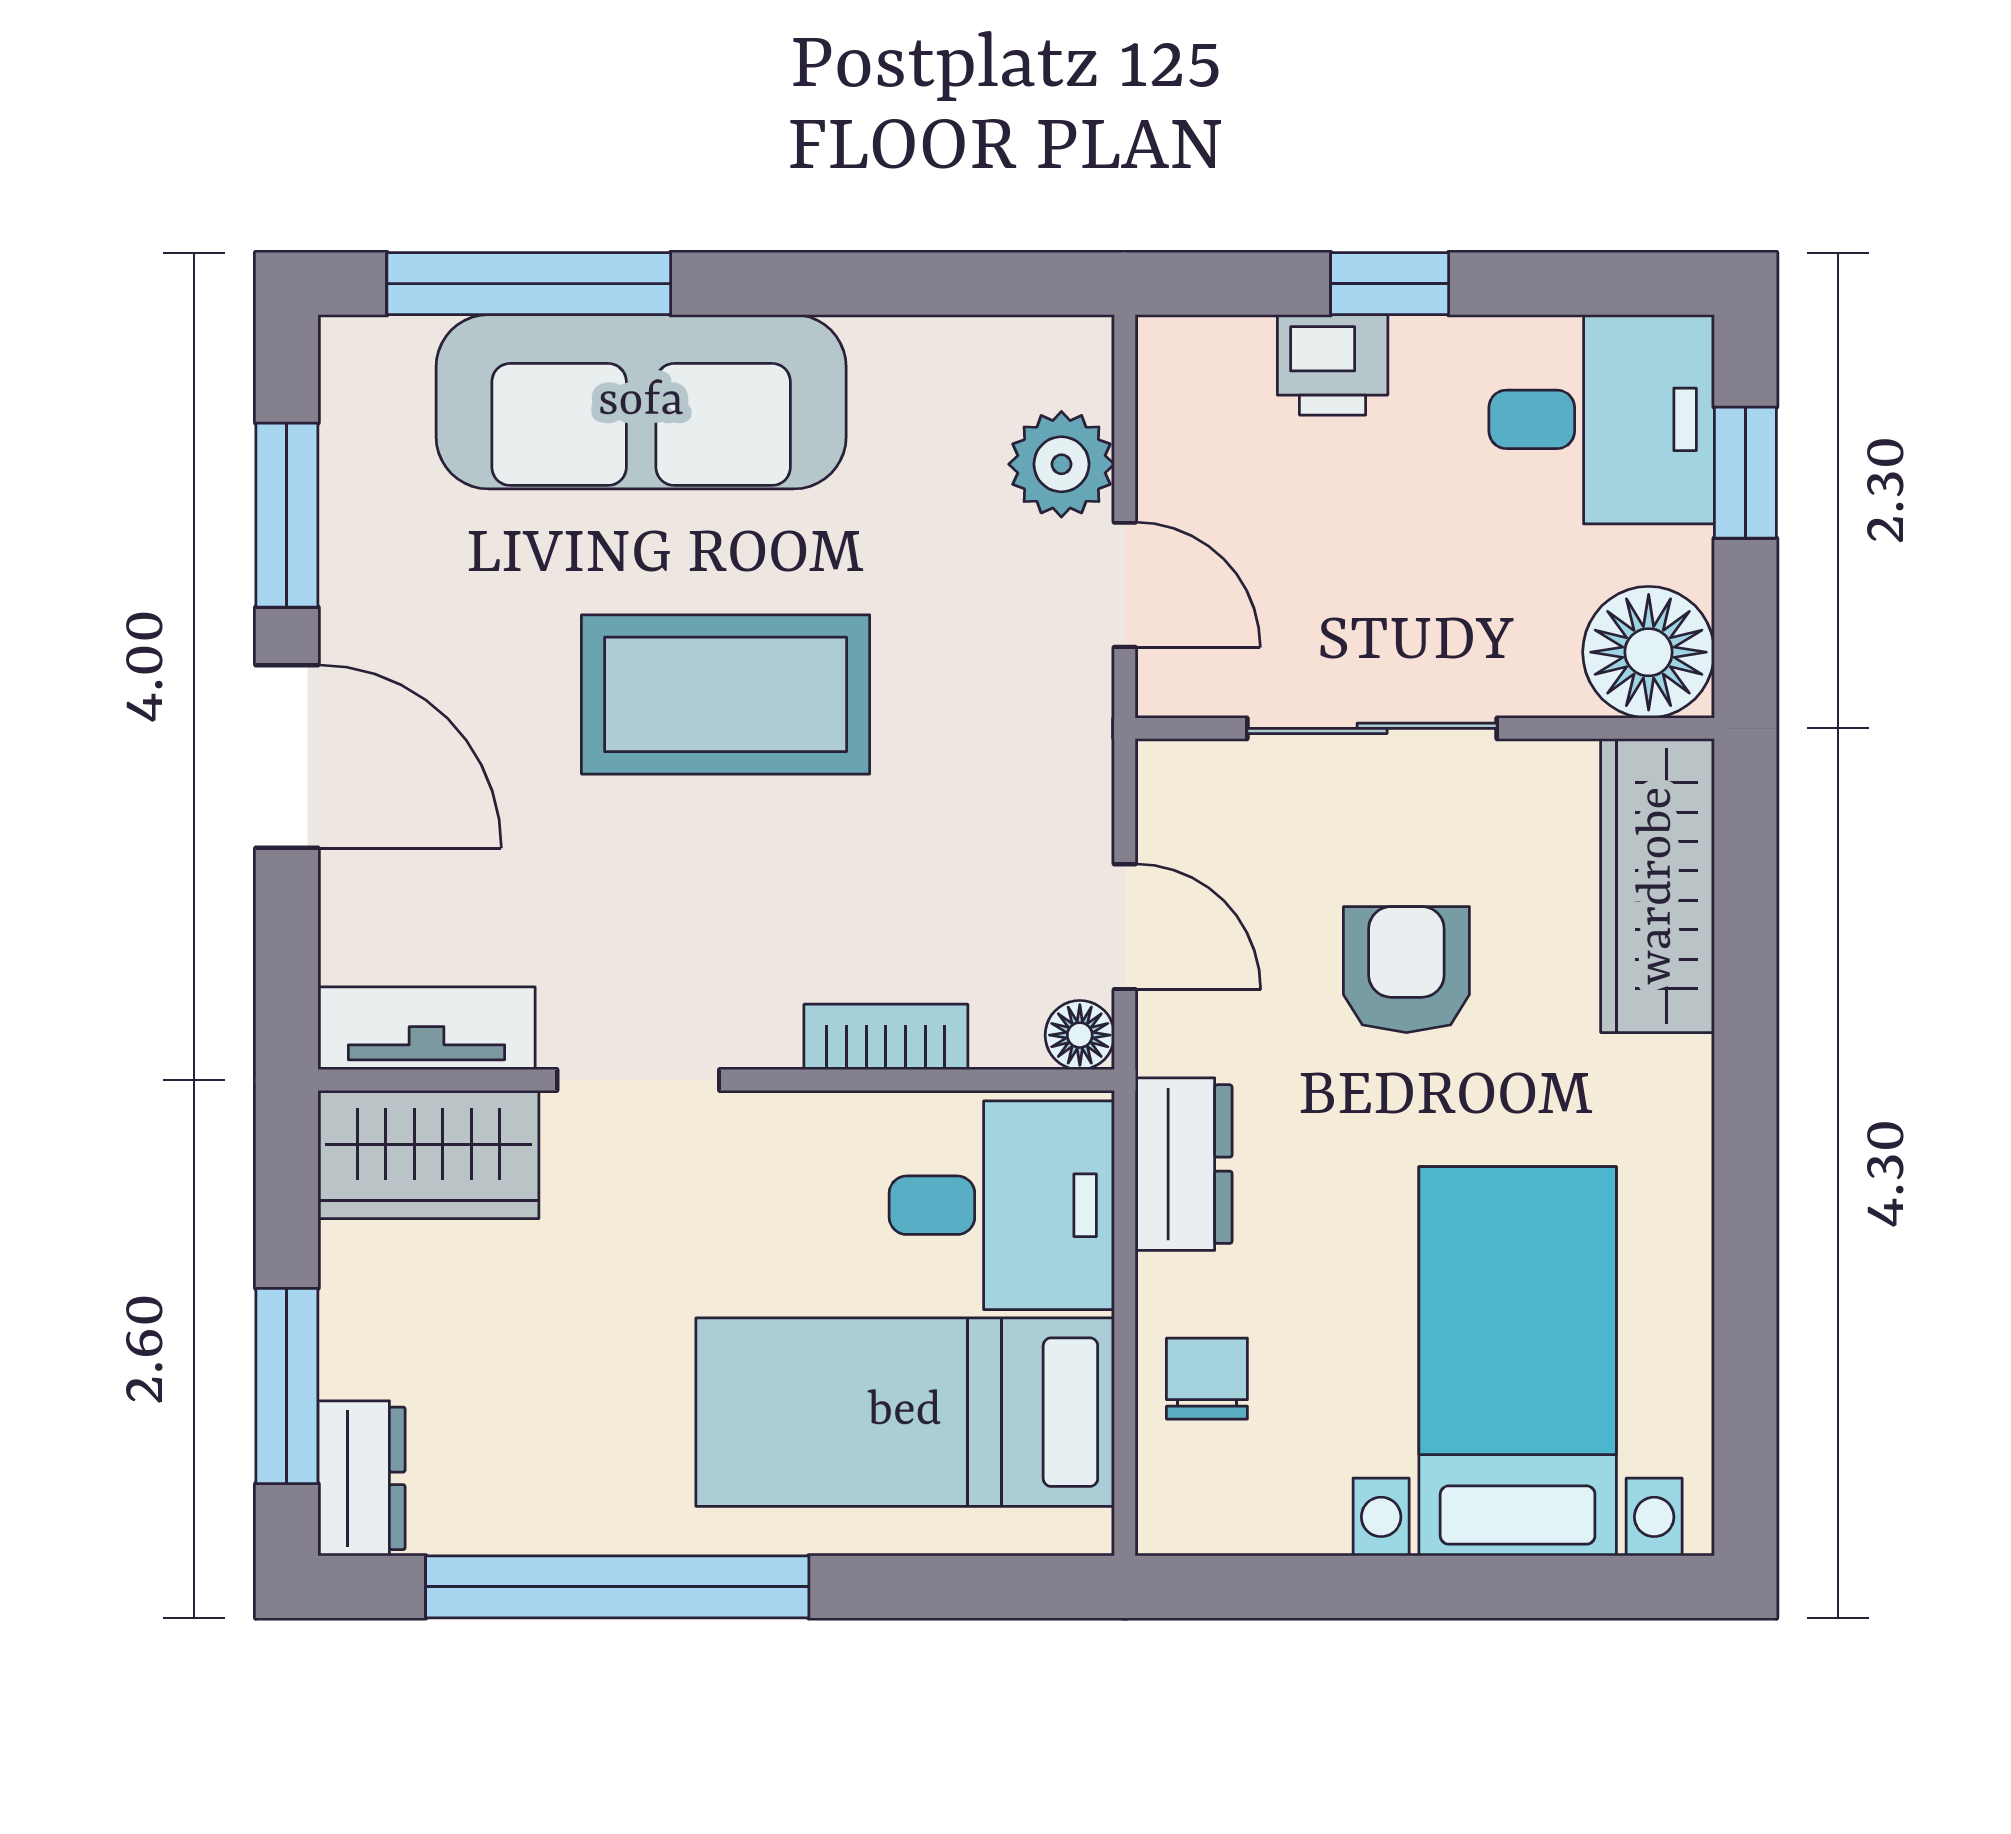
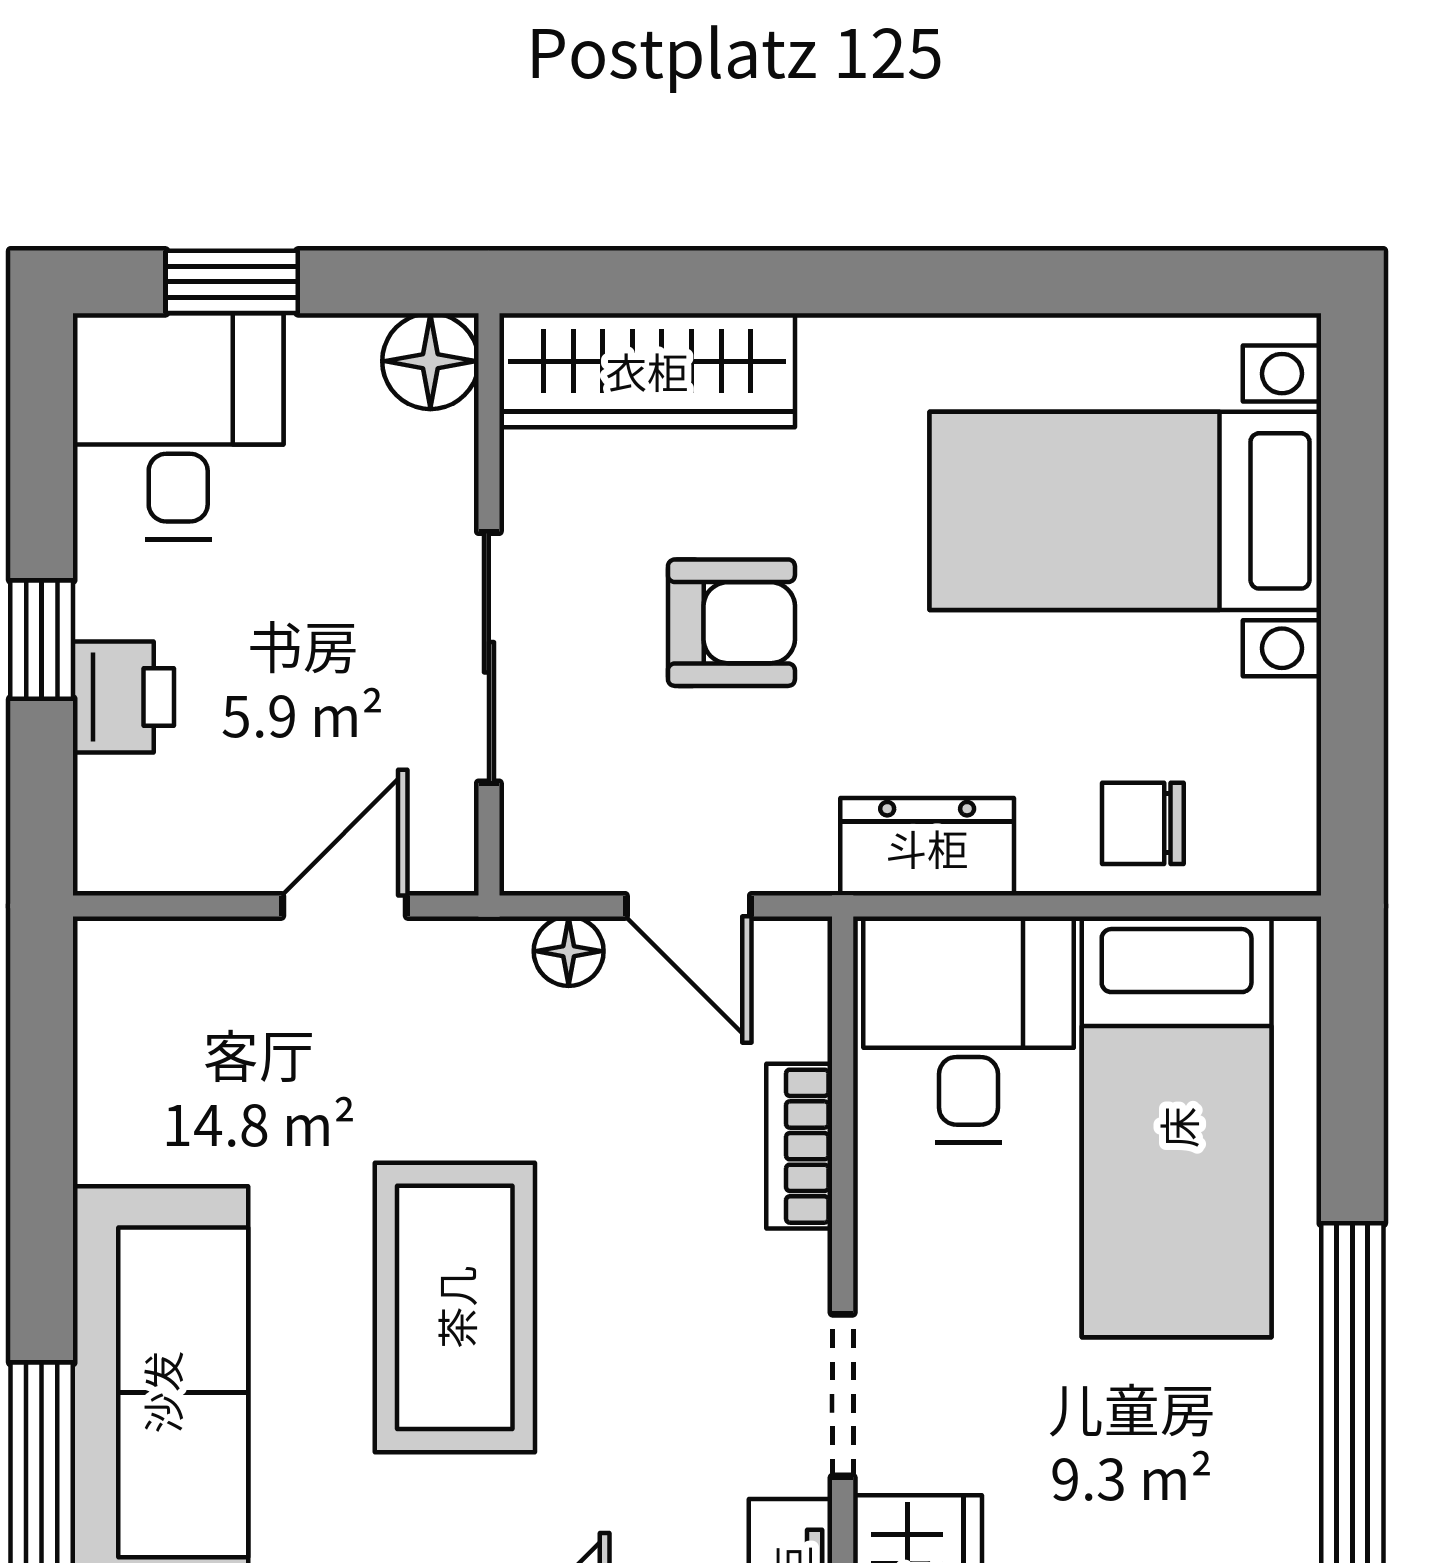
plant: (1061, 464) -> (223, 970), removed
floor lamp: (1649, 652) -> (430, 361), width x0.73, depth x0.73
door: (1125, 927) -> (688, 906), swing flipped
armchair: (1406, 970) -> (731, 623), turned 180
floor lamp: (1080, 1035) -> (569, 951), moved

